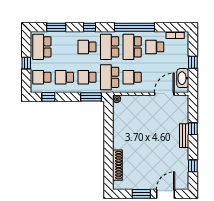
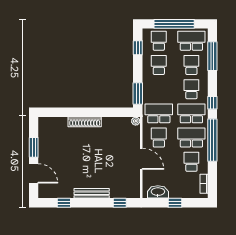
window: (56, 27) -> (212, 56), width x1.44
window: (89, 27) -> (212, 103), moved
window: (26, 63) -> (174, 24), width x3.17
school desk: (87, 77) -> (191, 65), moved
door: (164, 94) -> (141, 159), moved
window: (193, 129) -> (120, 203), moved
bench: (184, 136) -> (92, 193), width x1.36
shoe rack: (117, 165) -> (85, 122), moved

